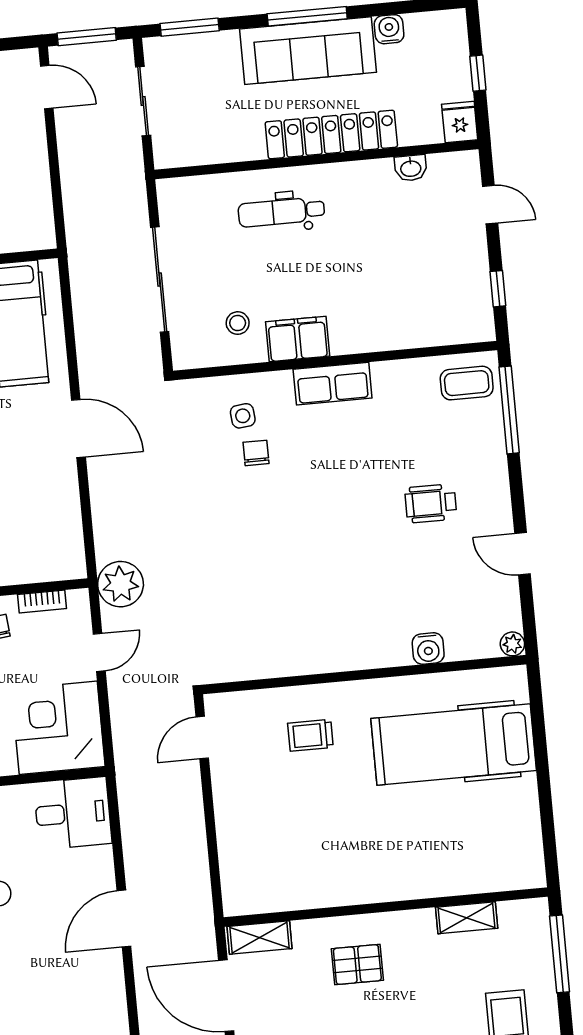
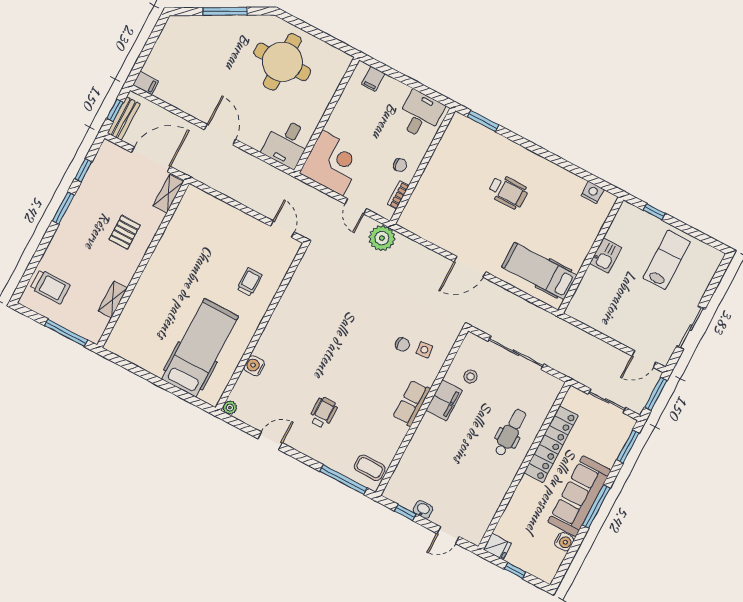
locker: (331, 135) -> (551, 444), moved
washbasin: (411, 168) -> (423, 510), moved, turned 90
coffee table: (467, 383) -> (370, 468), turned 90

